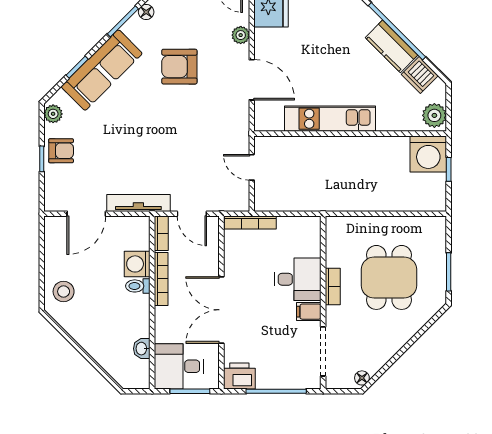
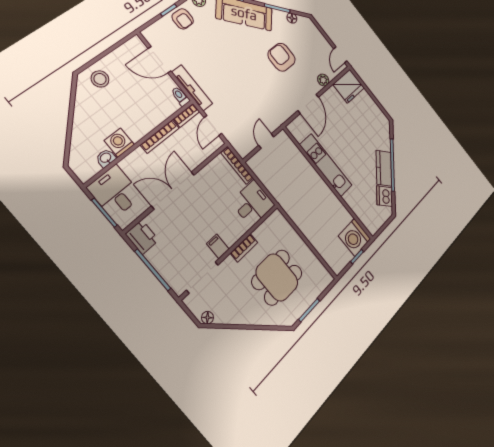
plant: (434, 115) -> (374, 223), removed
washing machine: (137, 264) -> (119, 143), moved
desk: (298, 279) -> (253, 203), moved, turned -90
toilet: (138, 286) -> (180, 96), moved

